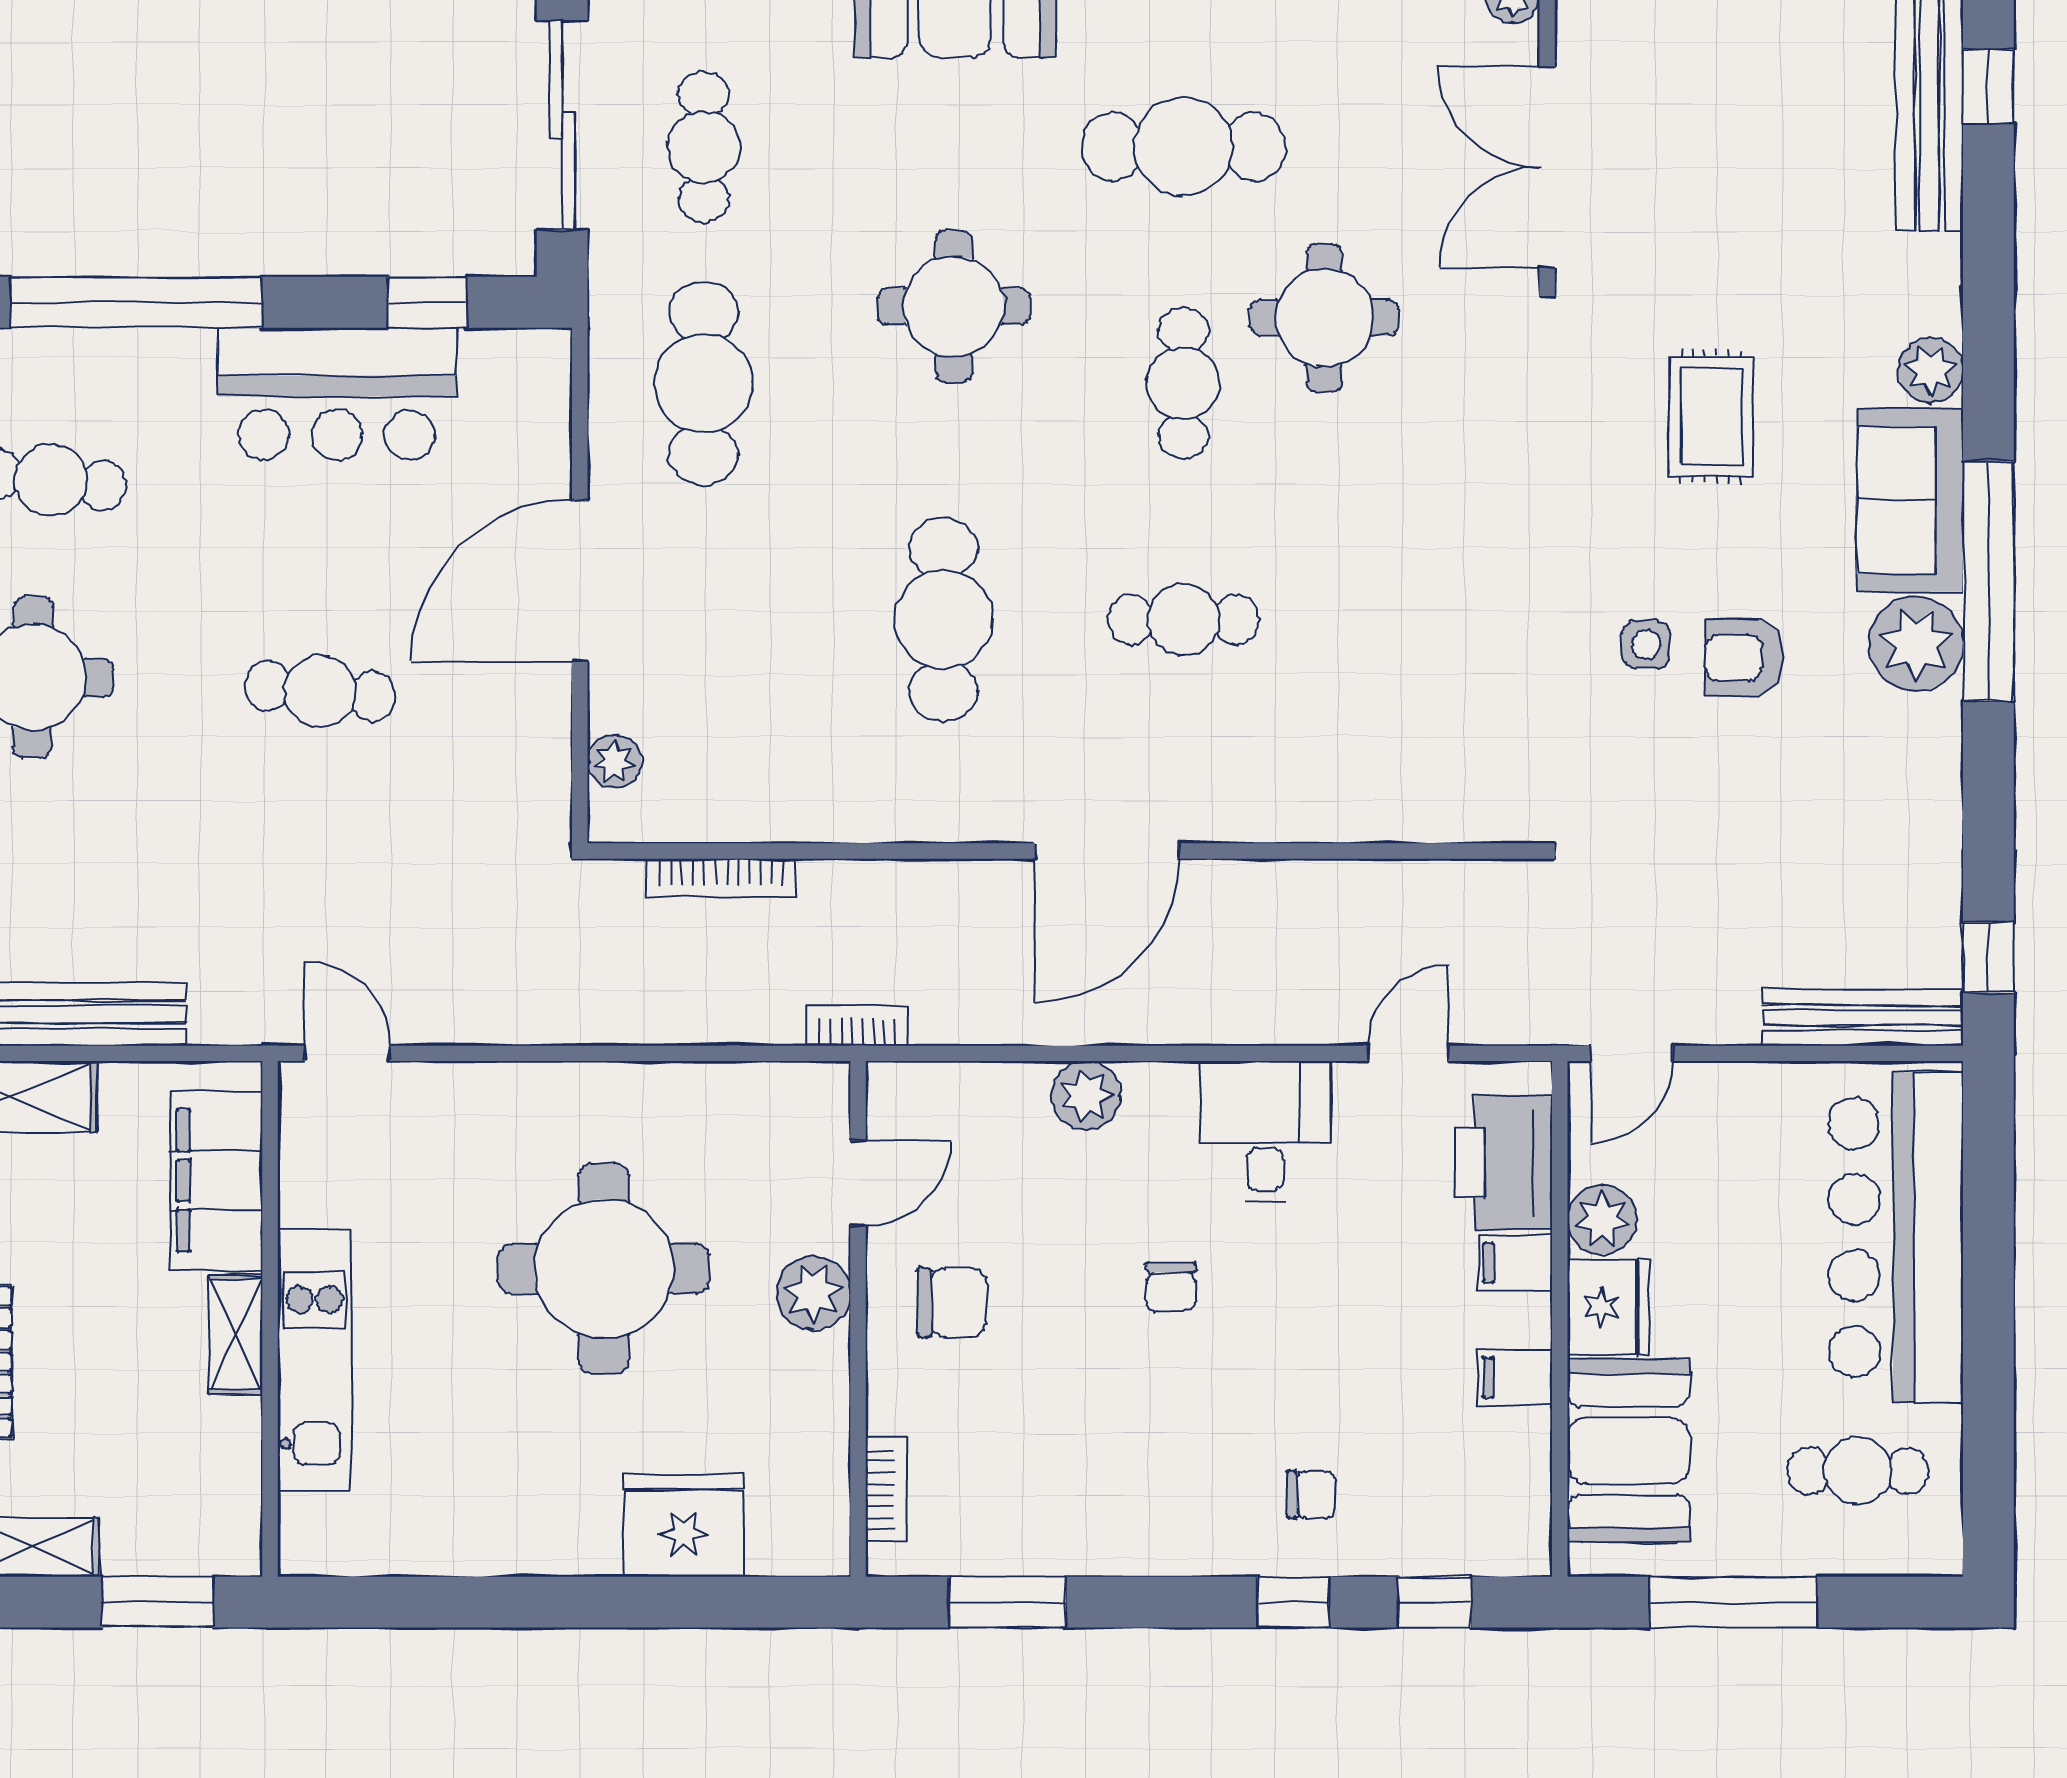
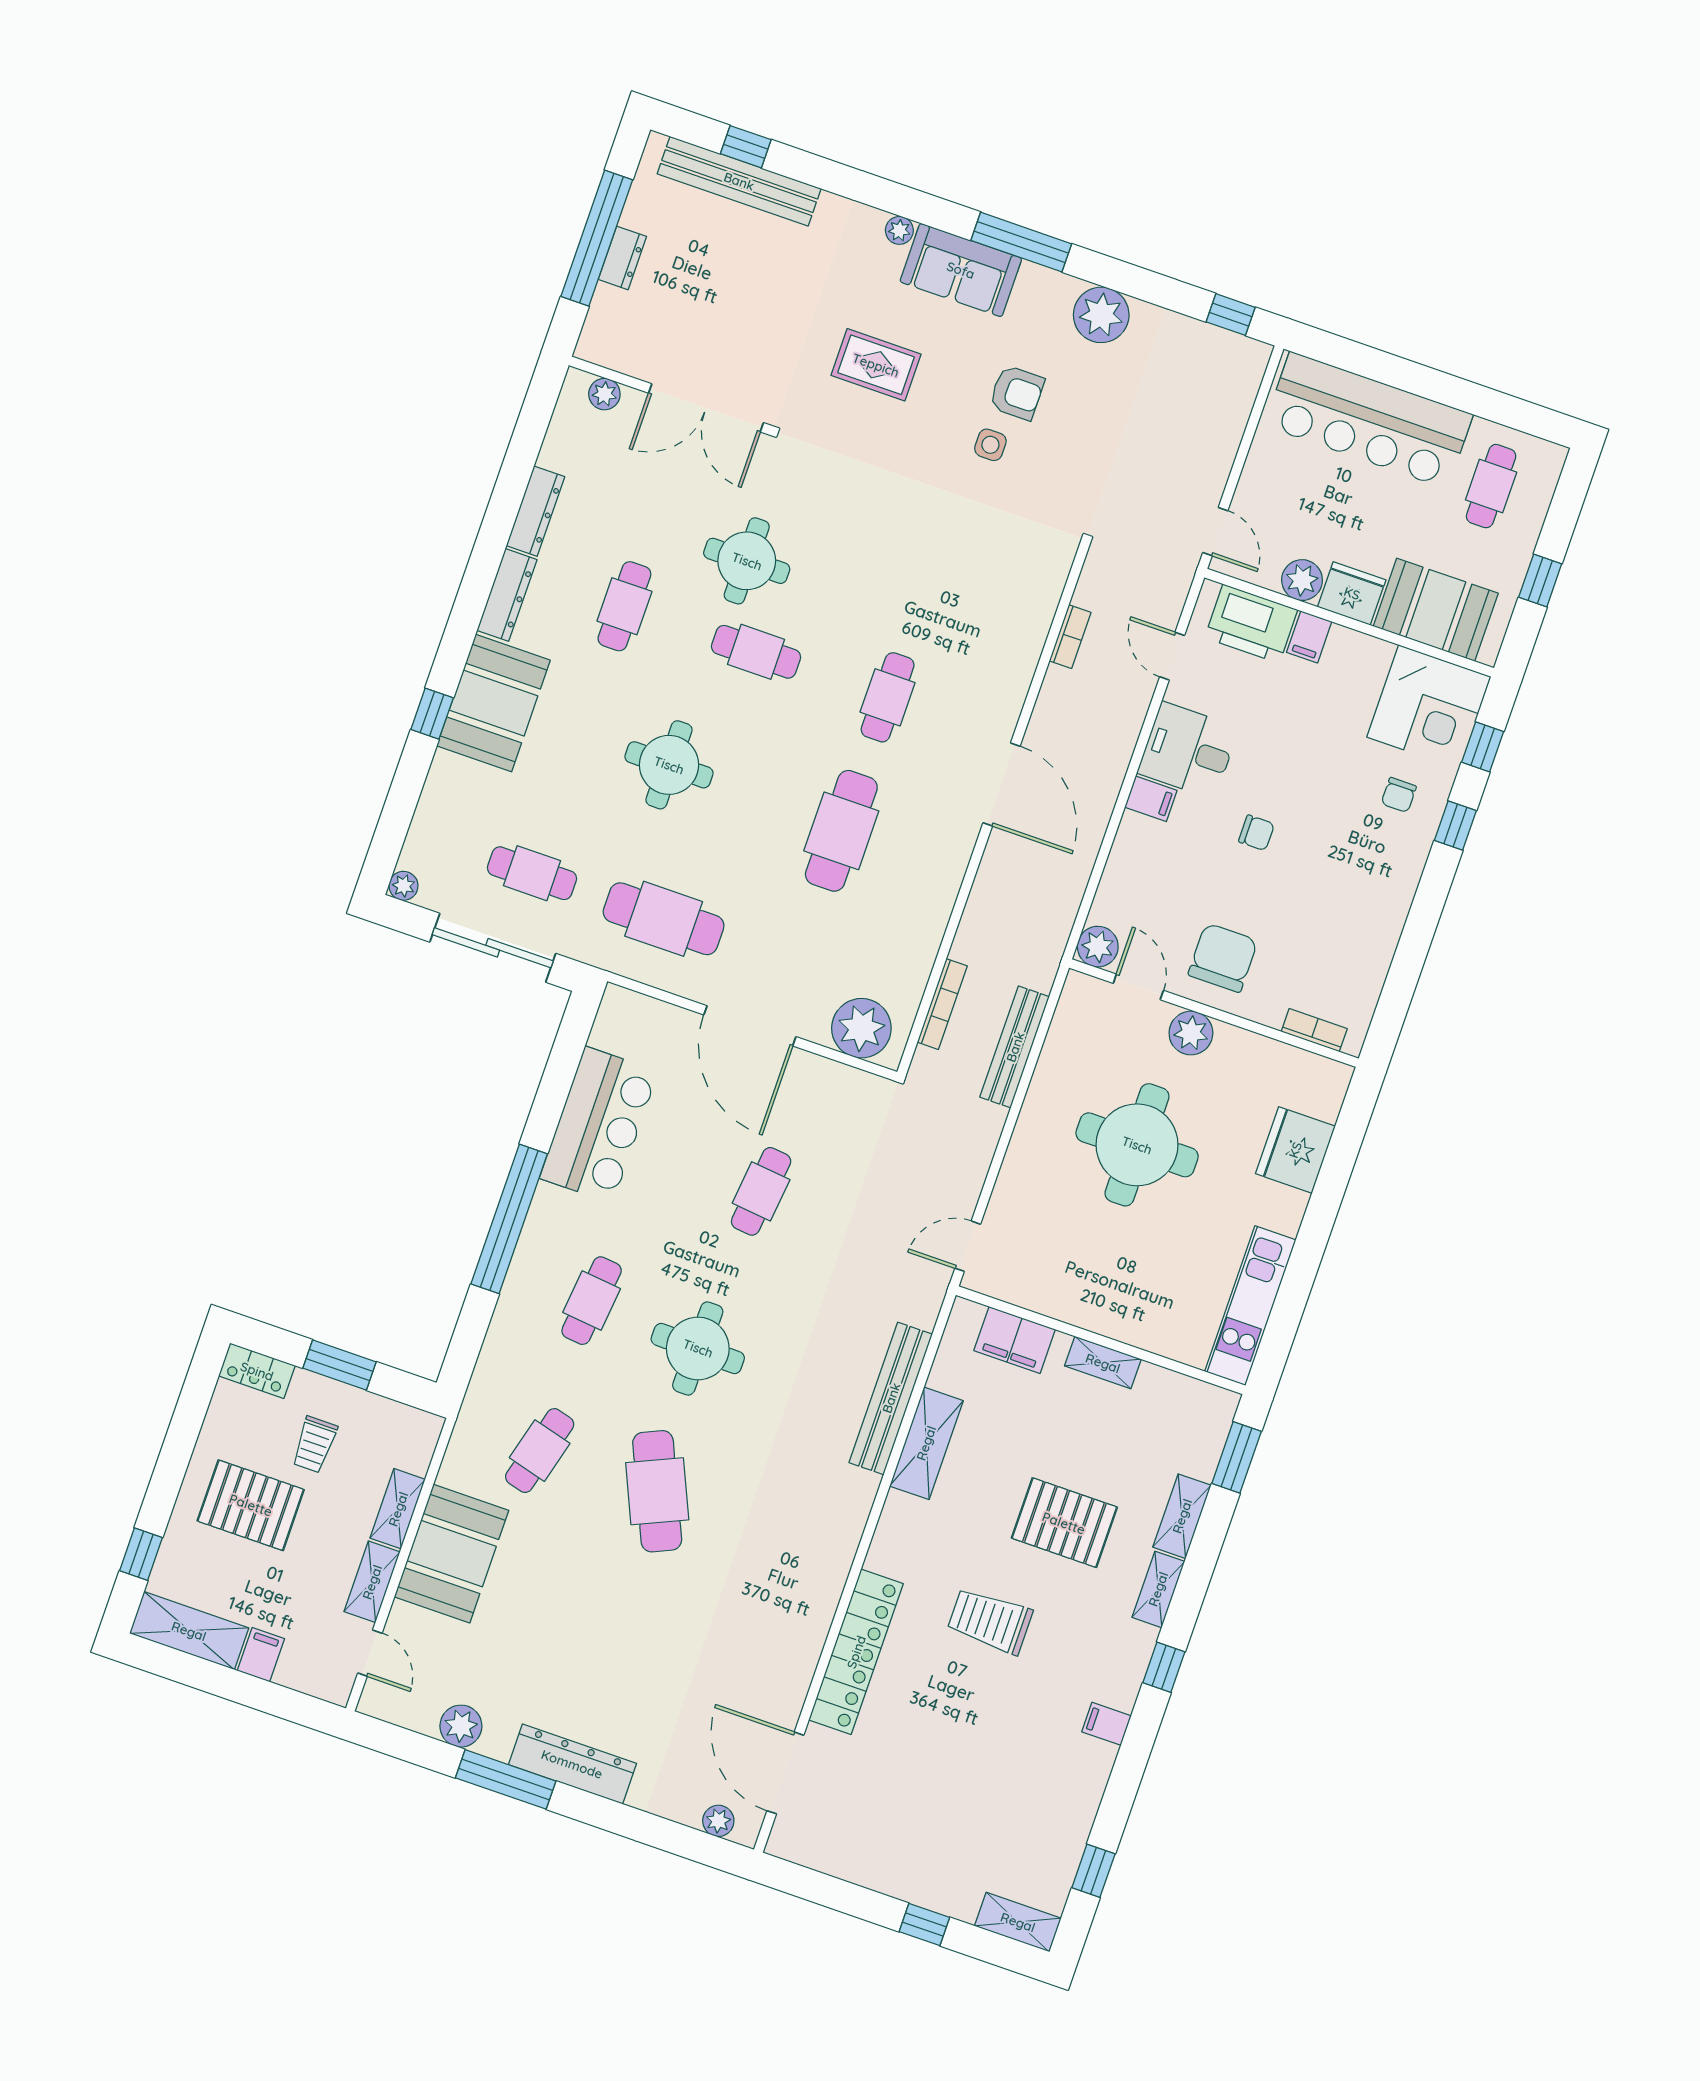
cafe table: (1183, 147) -> (624, 606), width x0.73, depth x0.74
window: (427, 302) -> (565, 1057), removed
plant: (1931, 370) -> (899, 230), width x0.73, depth x0.73
window: (1988, 581) -> (1021, 242), width x0.68
cafe table: (944, 620) -> (841, 831), turned 90
plant: (1916, 644) -> (1101, 315), moved
armchair: (1744, 658) -> (1017, 393), turned -90
plant: (614, 762) -> (861, 1028), width x1.87, depth x1.87
bench: (1863, 1018) -> (1015, 1047), moved
bookcase: (857, 1026) -> (1070, 637), moved, turned 180
plant: (1086, 1096) -> (1098, 947), moved
filing cabinet: (216, 1181) -> (1015, 1340), width x0.67, depth x0.86
chair: (952, 1302) -> (1223, 958), width x1.37, depth x1.37
kitchen unit: (315, 1360) -> (1250, 1306), moved, turned -90
filing cabinet: (1515, 1377) -> (1151, 799), moved, turned -90
chair: (1311, 1494) -> (1399, 795), turned 180
corner desk: (1469, 1494) -> (1429, 707), added
window: (1008, 1602) -> (1400, 984), removed
window: (1734, 1602) -> (1540, 581), width x0.46

